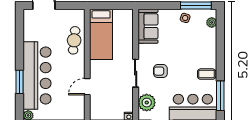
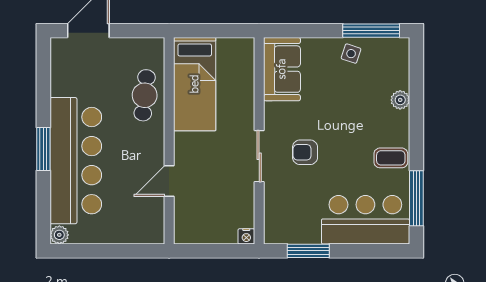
plant: (212, 22) -> (400, 100), moved
window: (20, 82) -> (43, 149), moved
plant: (147, 103) -> (280, 211), removed

